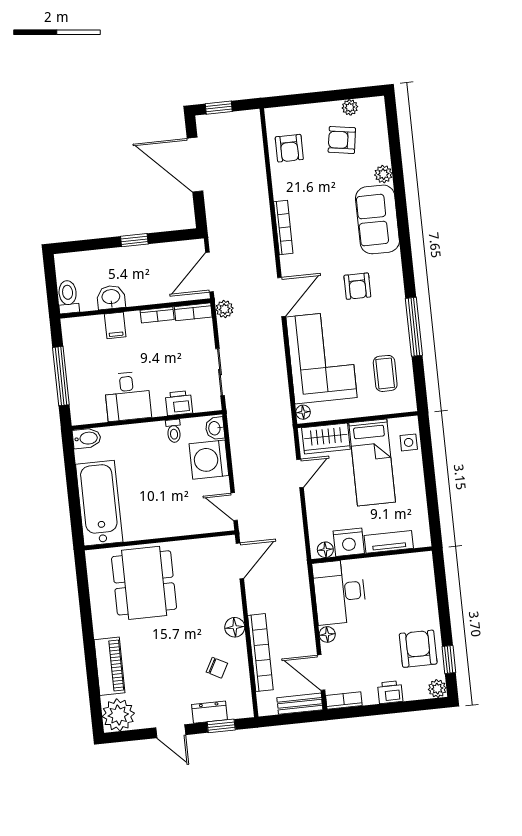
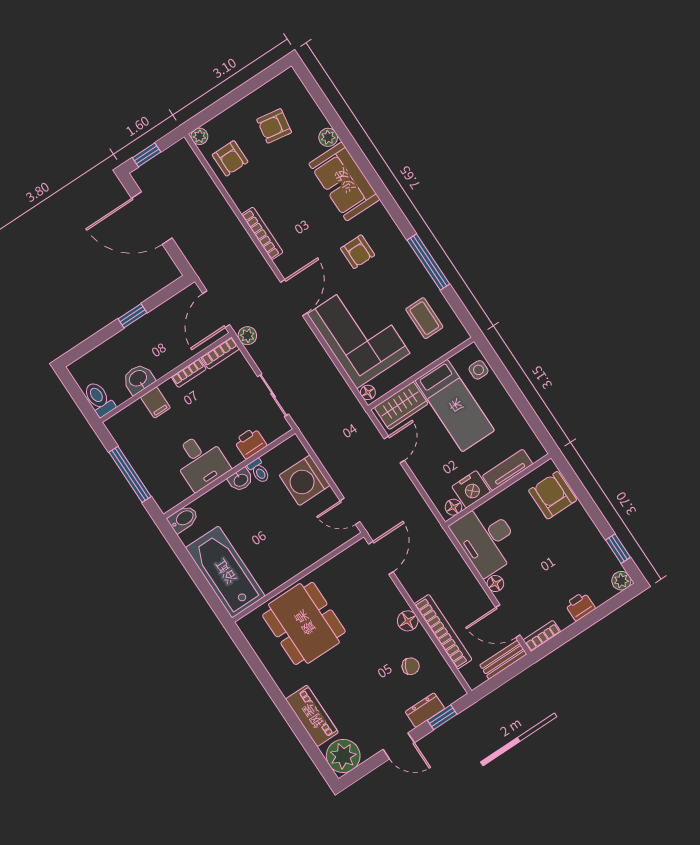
plant: (350, 107) -> (199, 136), moved
washbasin: (215, 428) -> (241, 480), moved, turned -90
armchair: (418, 649) -> (553, 495), moved

